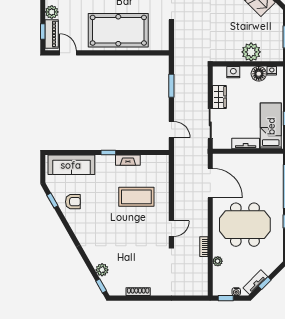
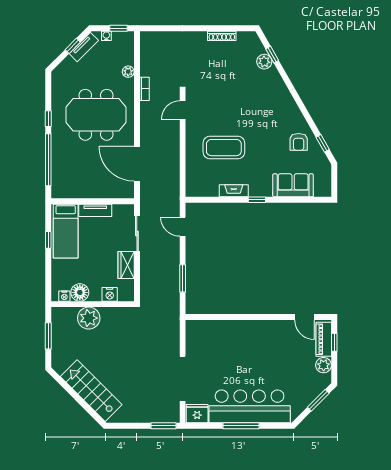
pool table: (118, 30) -> (245, 344), removed
sofa: (71, 165) -> (293, 185), width x0.73
armchair: (73, 202) -> (299, 142), turned -90
window: (101, 286) -> (272, 55), moved

